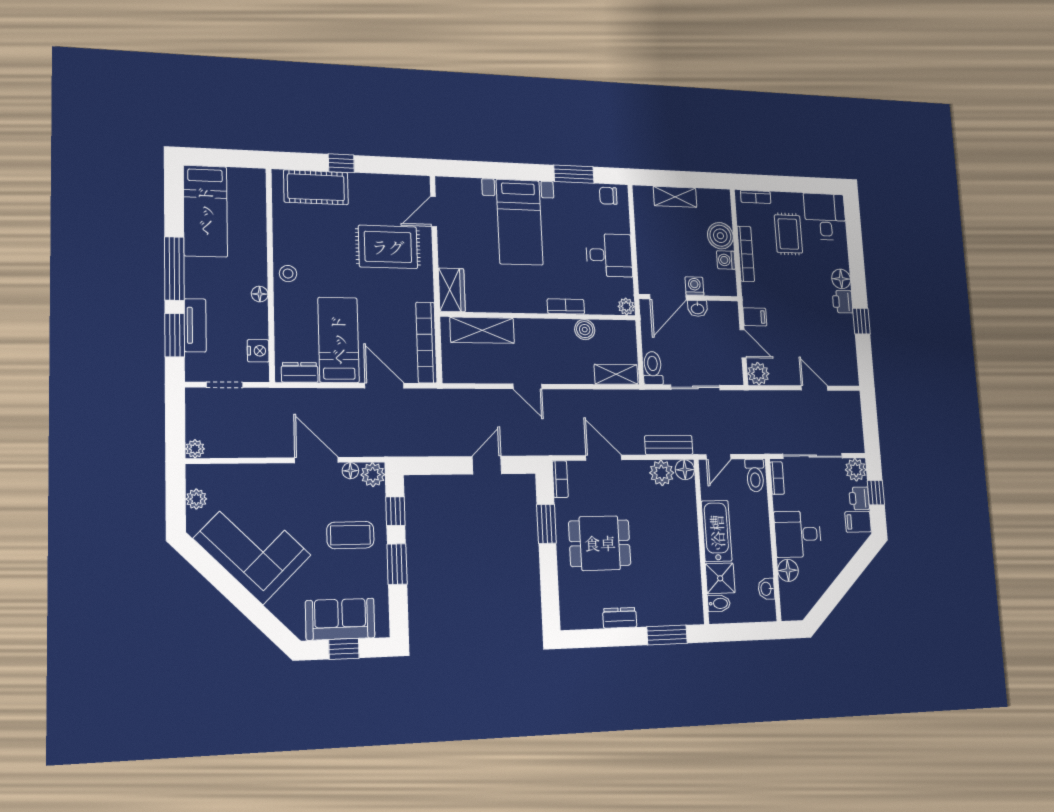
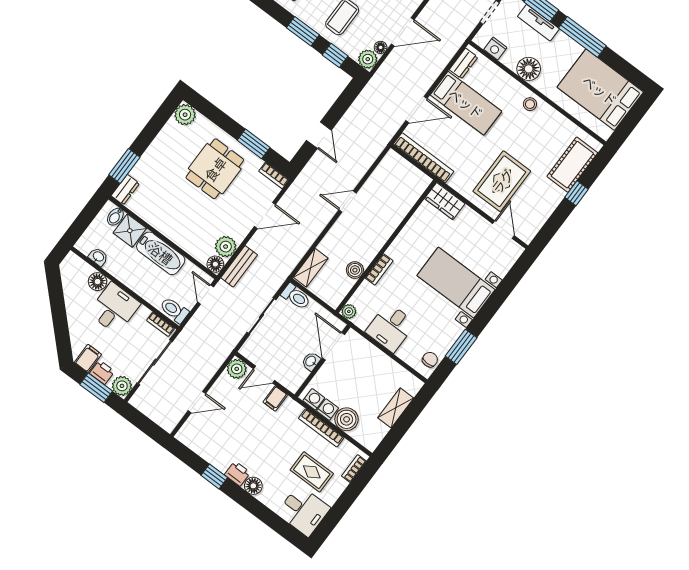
bed: (205, 211) -> (600, 90), width x1.50
washing machine: (694, 286) -> (314, 399), moved, turned -90
floor lamp: (260, 294) -> (529, 69), width x1.89, depth x1.89
shelving: (482, 330) -> (405, 200), removed
window: (876, 493) -> (96, 388), width x1.50
plant: (573, 616) -> (185, 115), added
dresser: (620, 618) -> (125, 190), moved

